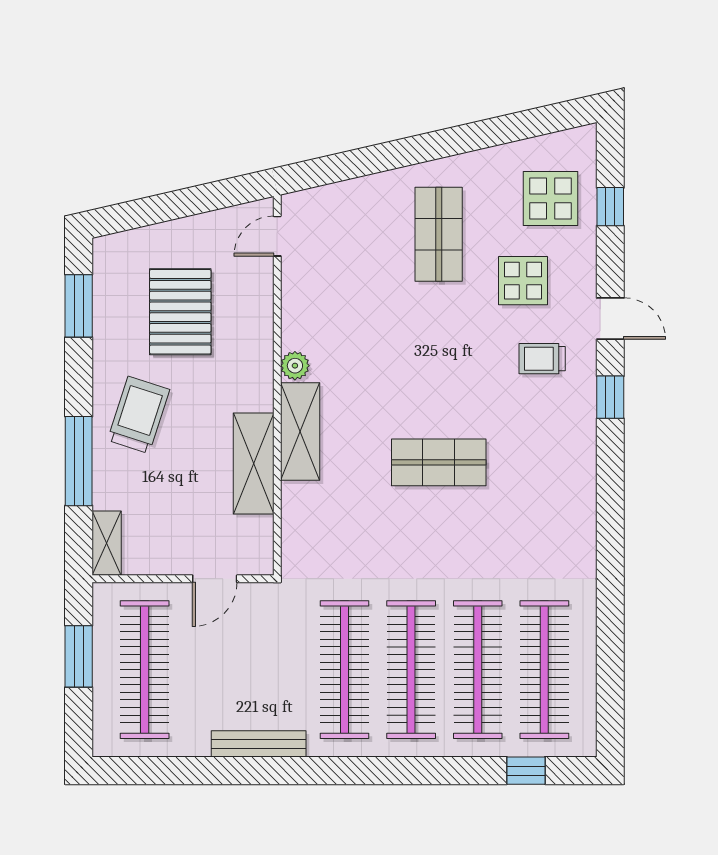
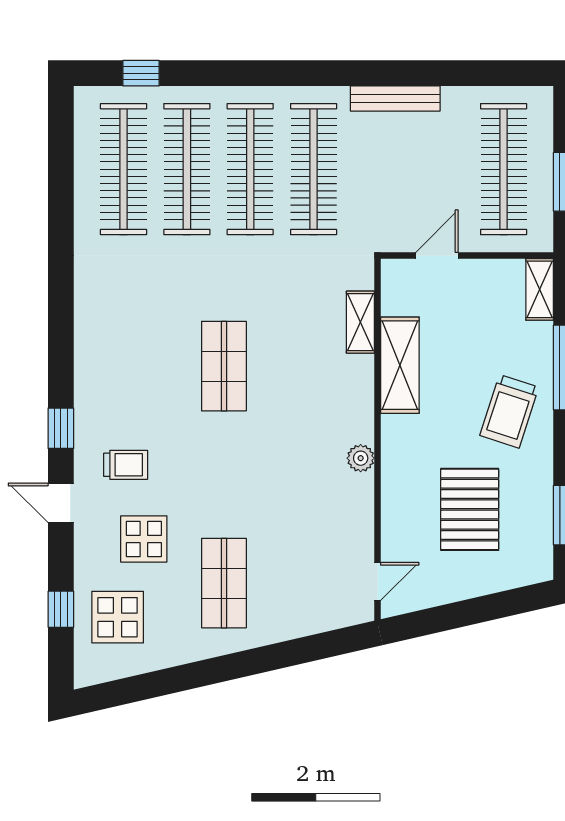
shelving: (300, 432) -> (360, 322), moved, width x0.67, depth x0.75
shop shelf: (439, 462) -> (224, 366), turned 90

